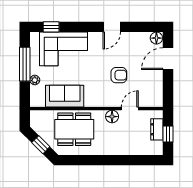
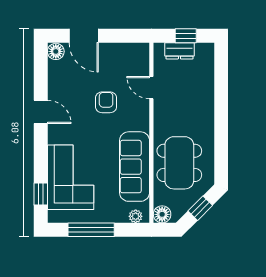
plant: (35, 80) -> (136, 216), moved
sofa: (65, 96) -> (135, 167), width x1.36
floor lamp: (112, 117) -> (162, 214), moved

